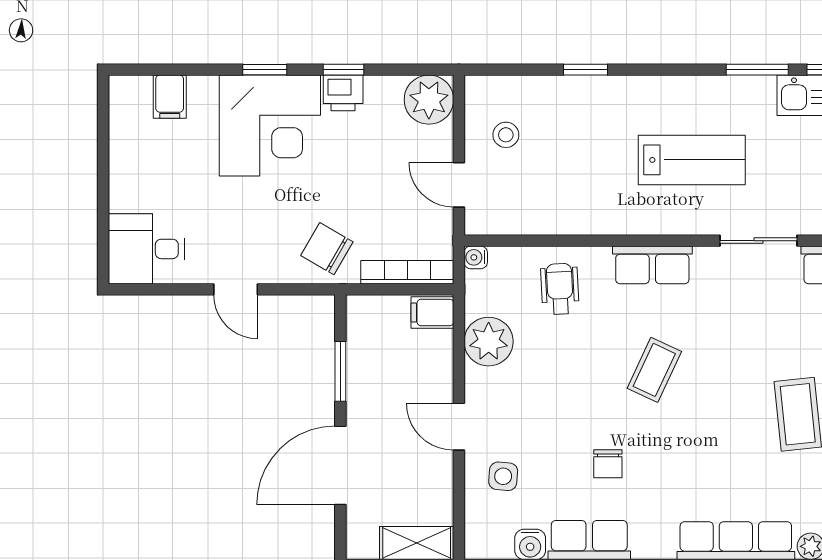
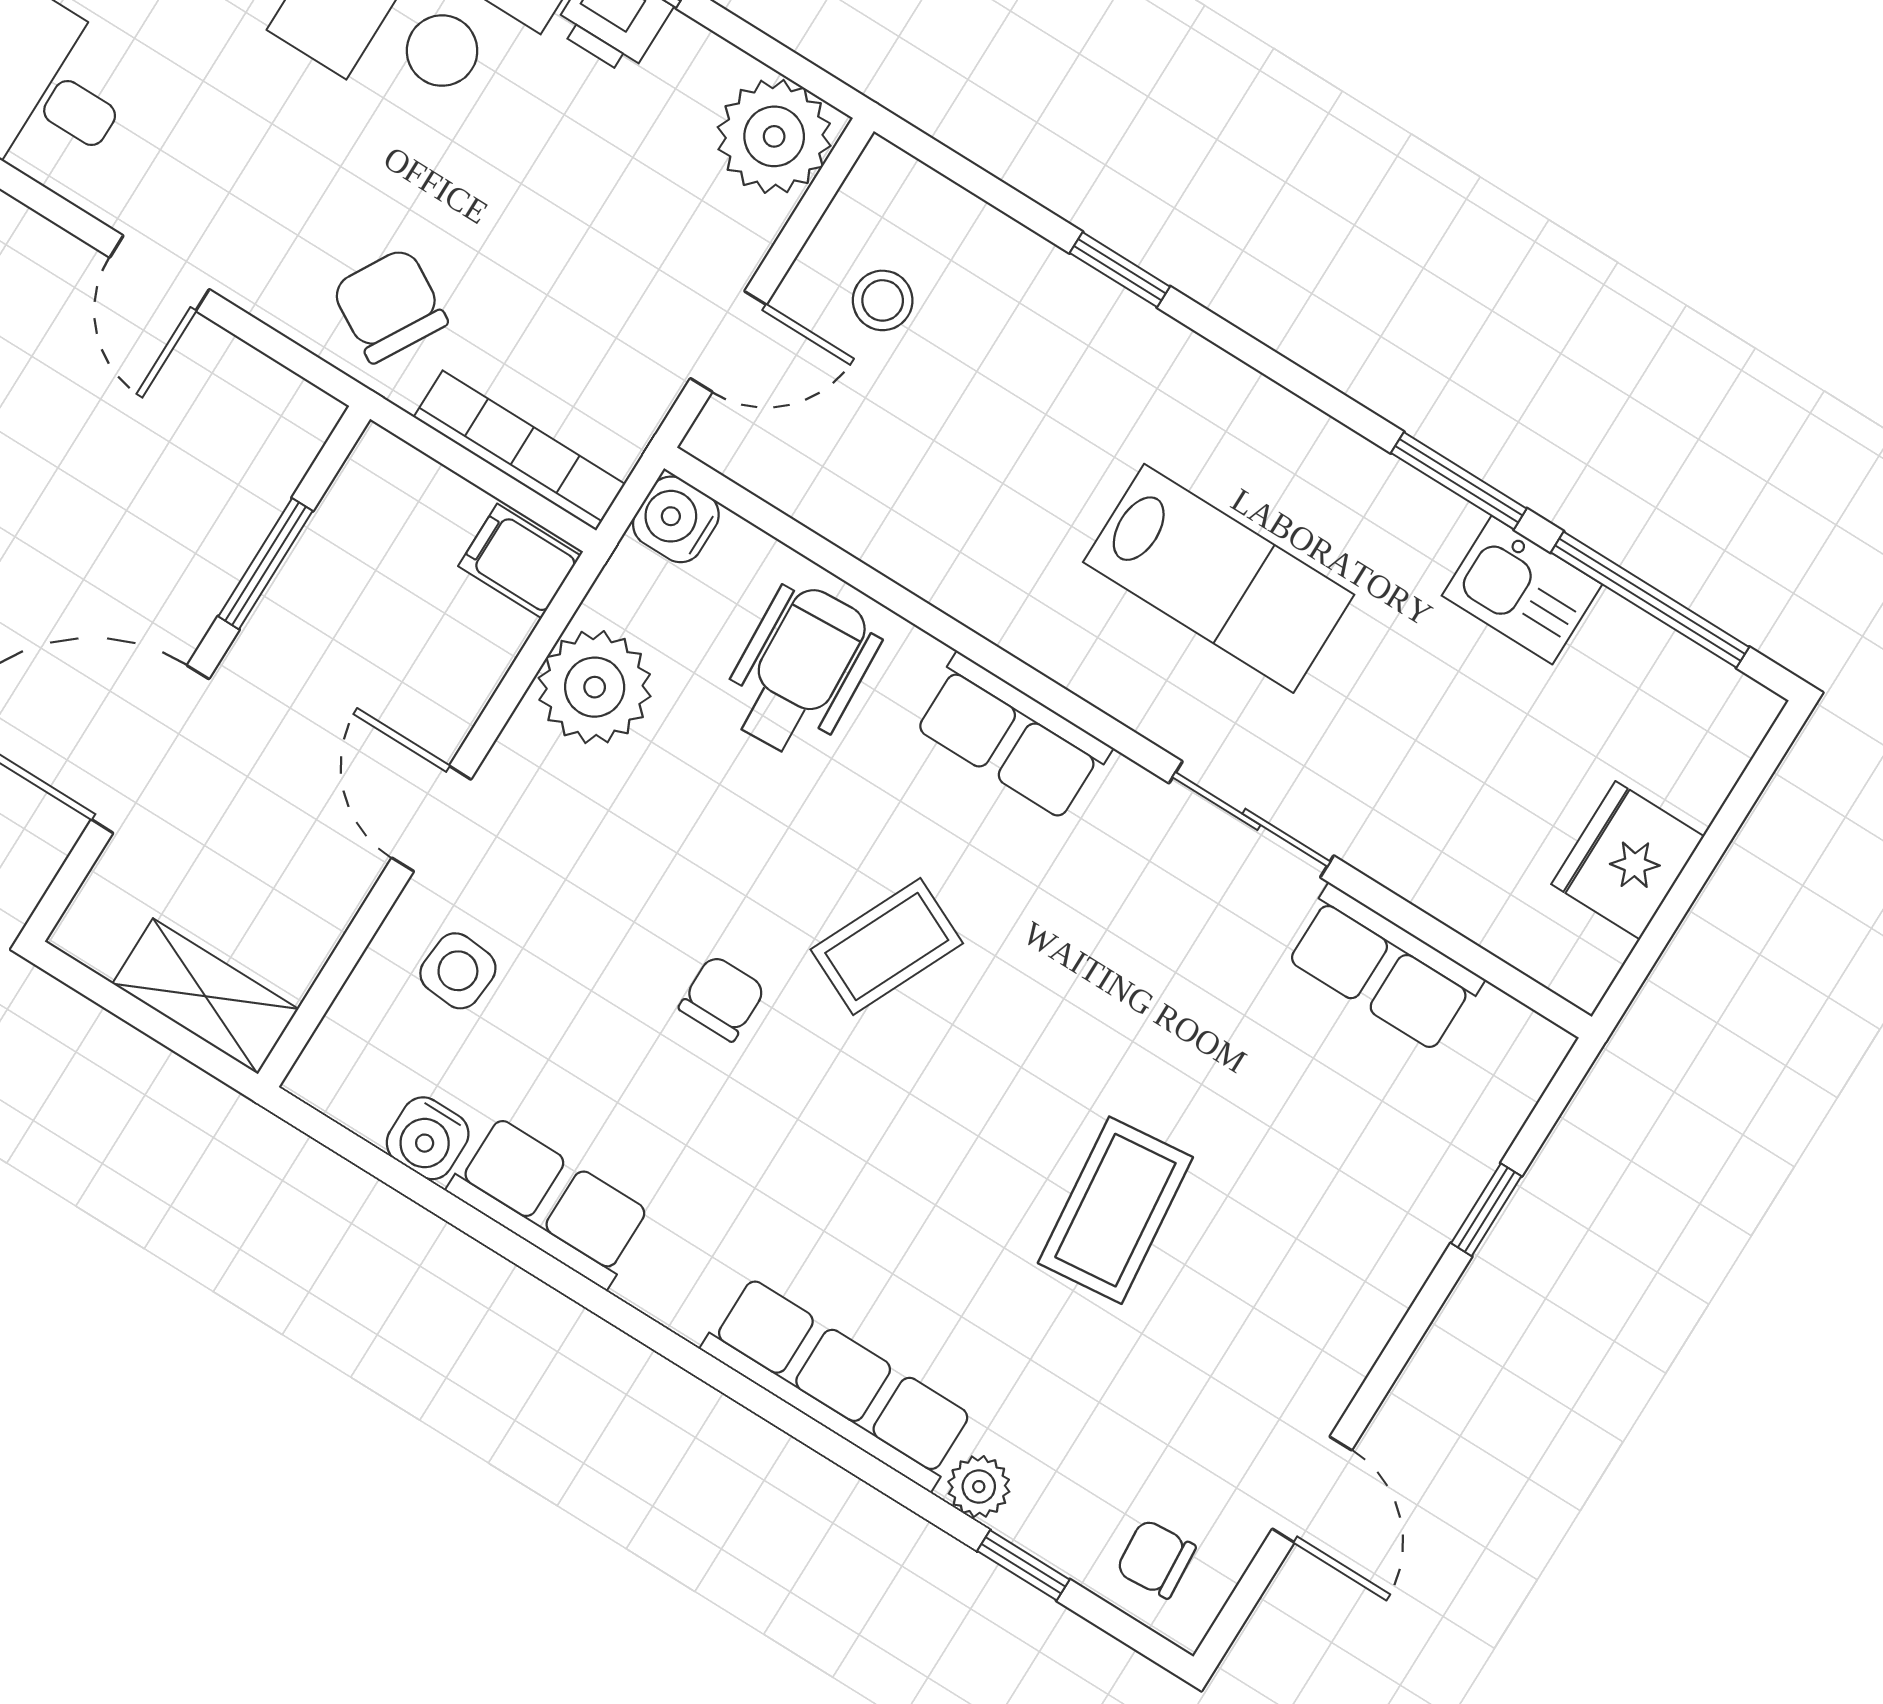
door: (459, 185) -> (728, 342), swing flipped
water cooler: (476, 257) -> (676, 519), width x1.38, depth x1.38
wheelchair: (560, 289) -> (800, 671), width x1.36, depth x1.37
chair: (608, 464) -> (722, 998), moved, turned 180

